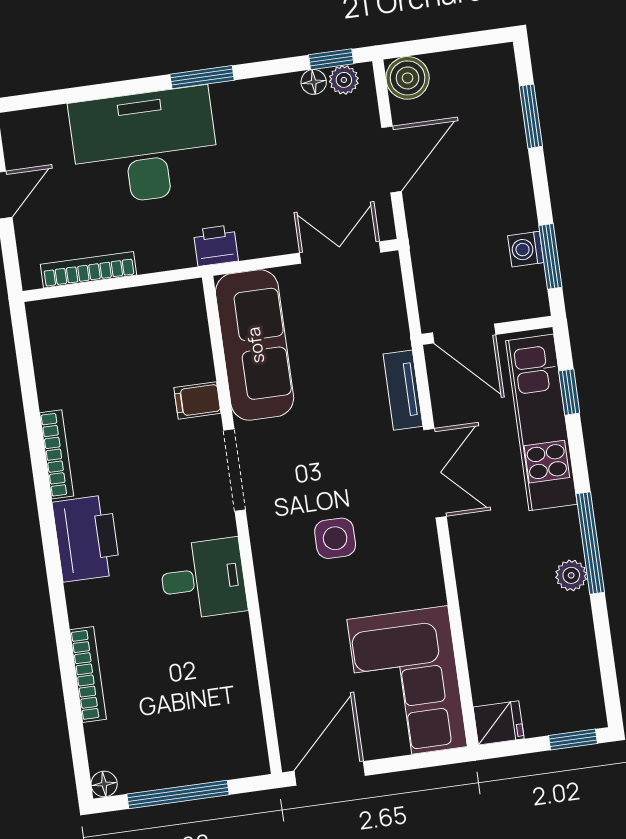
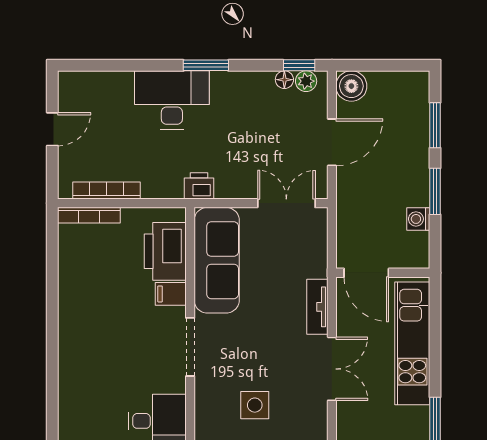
desk: (145, 146) -> (172, 100), width x0.73, depth x0.77
window: (550, 256) -> (435, 191), moved
window: (569, 392) -> (435, 325), removed
bookcase: (57, 454) -> (89, 215), moved, turned 90
printer: (86, 538) -> (165, 251), moved, turned 180

